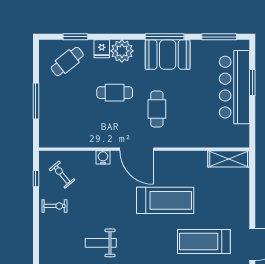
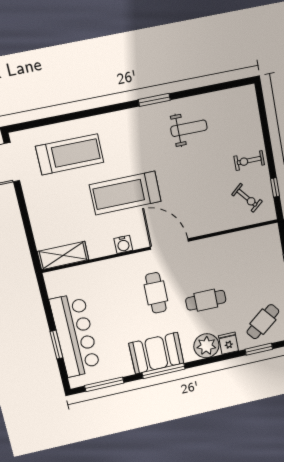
water cooler: (103, 157) -> (123, 244), moved

